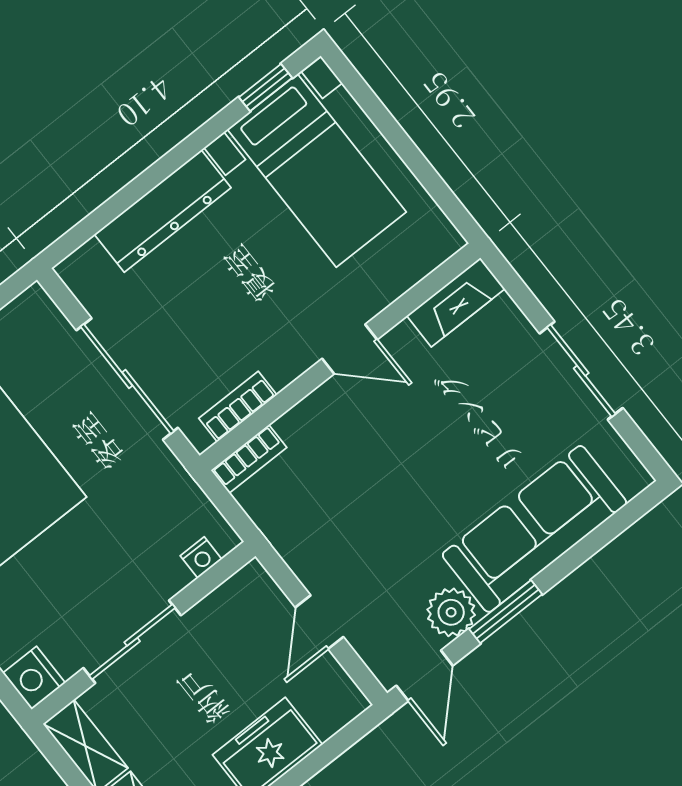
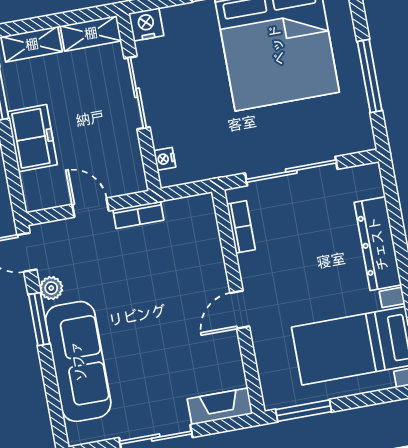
window: (440, 192) -> (304, 411), added
fireplace: (456, 302) -> (220, 406), moved, turned 90
bookcase: (249, 459) -> (138, 215), moved, turned -90
plant: (451, 612) -> (51, 288), width x0.73, depth x0.73

